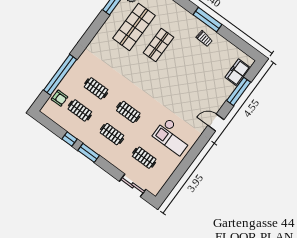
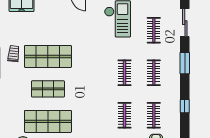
shop shelf: (183, 63) -> (48, 56), added
window: (89, 153) -> (185, 63), moved

